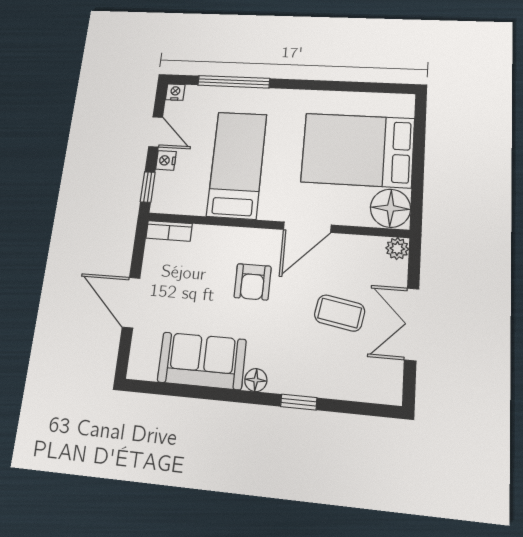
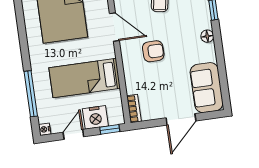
nightstand: (166, 160) -> (95, 117), width x1.89, depth x1.79
sofa: (202, 361) -> (207, 88), moved

